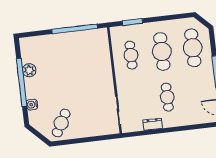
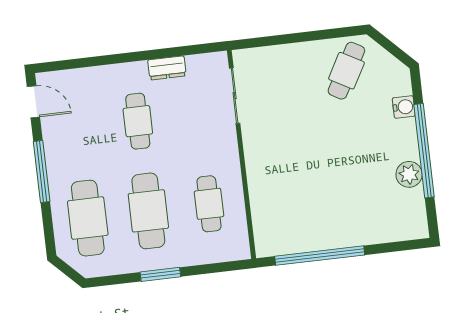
window: (132, 22) -> (160, 274), moved

